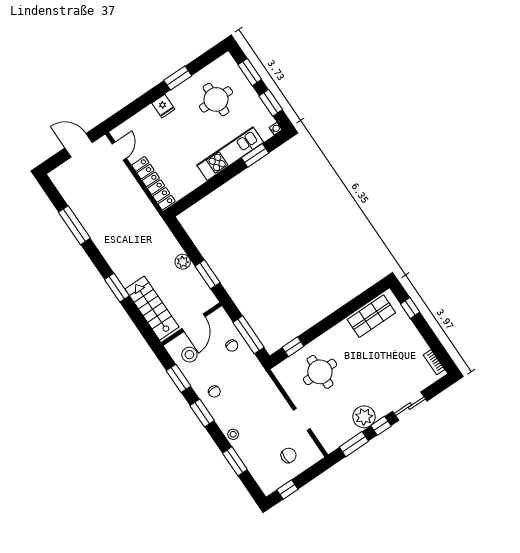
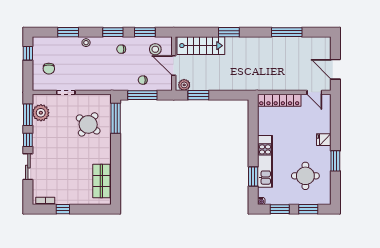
door: (79, 145) -> (335, 69), swing flipped
plant: (183, 262) -> (184, 85), moved
window: (410, 308) -> (63, 209), moved
window: (293, 347) -> (116, 118), width x2.17
round table: (320, 372) -> (88, 124), turned 37
plant: (364, 417) -> (41, 113), moved

